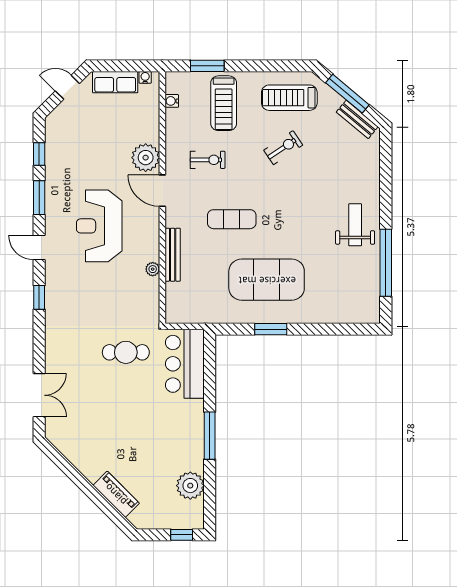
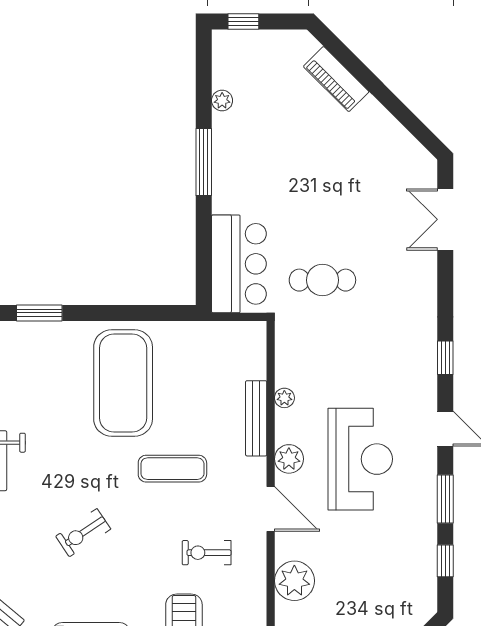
exercise bike: (283, 148) -> (83, 533), moved
plant: (146, 158) -> (294, 581), moved
plant: (149, 226) -> (289, 459), added
exercise mat: (267, 280) -> (123, 383), turned 90
window: (271, 329) -> (39, 313), moved
plant: (190, 486) -> (222, 101), width x0.53, depth x0.53

